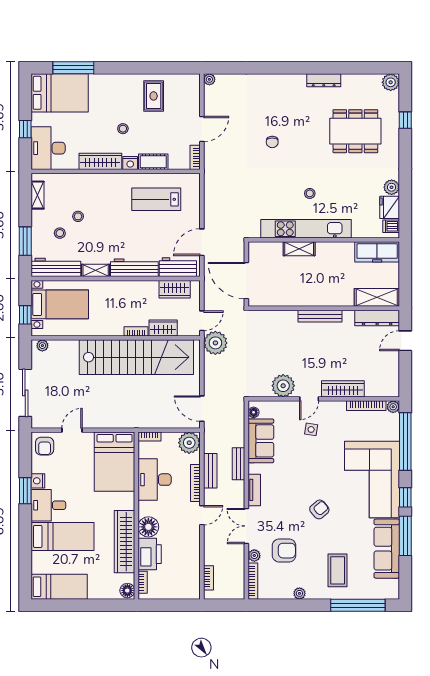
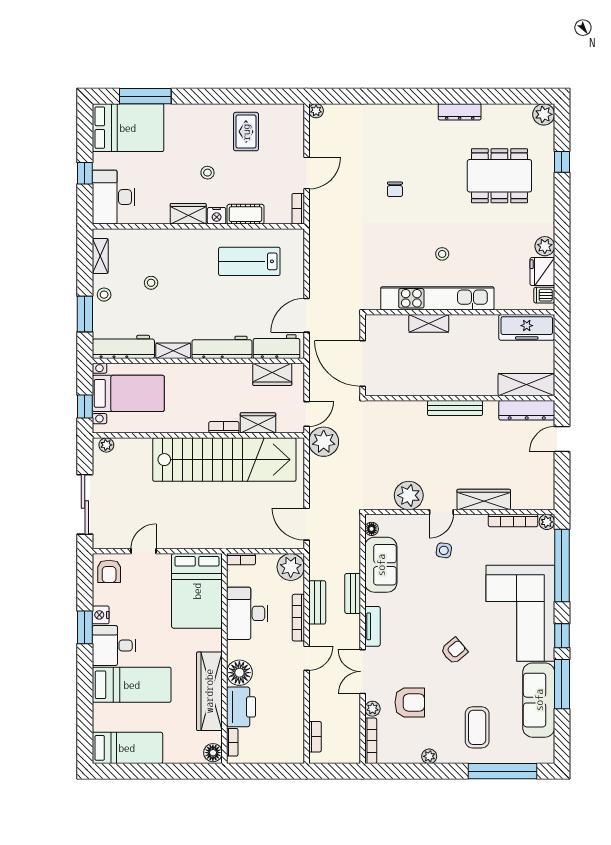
wardrobe: (100, 161) -> (188, 214), width x0.67
stool: (60, 233) -> (104, 295), moved

